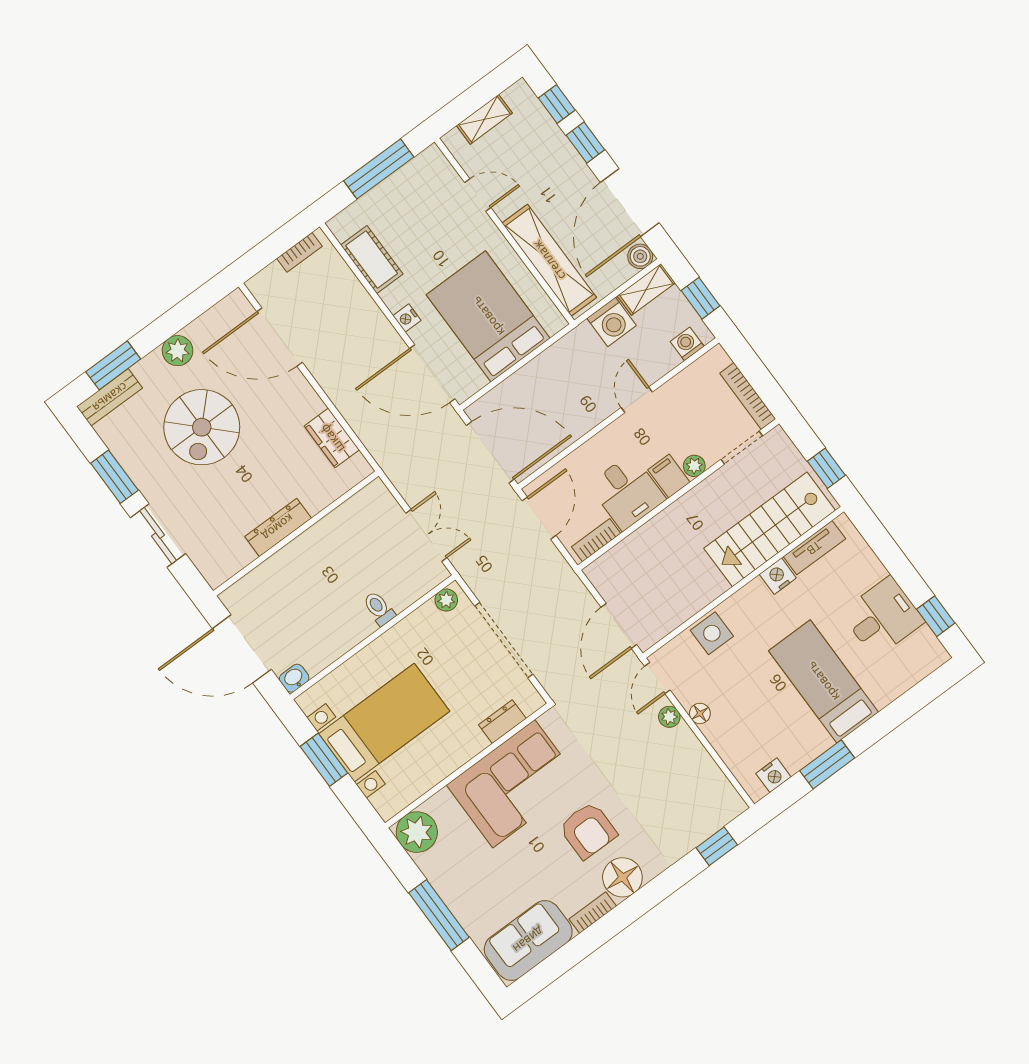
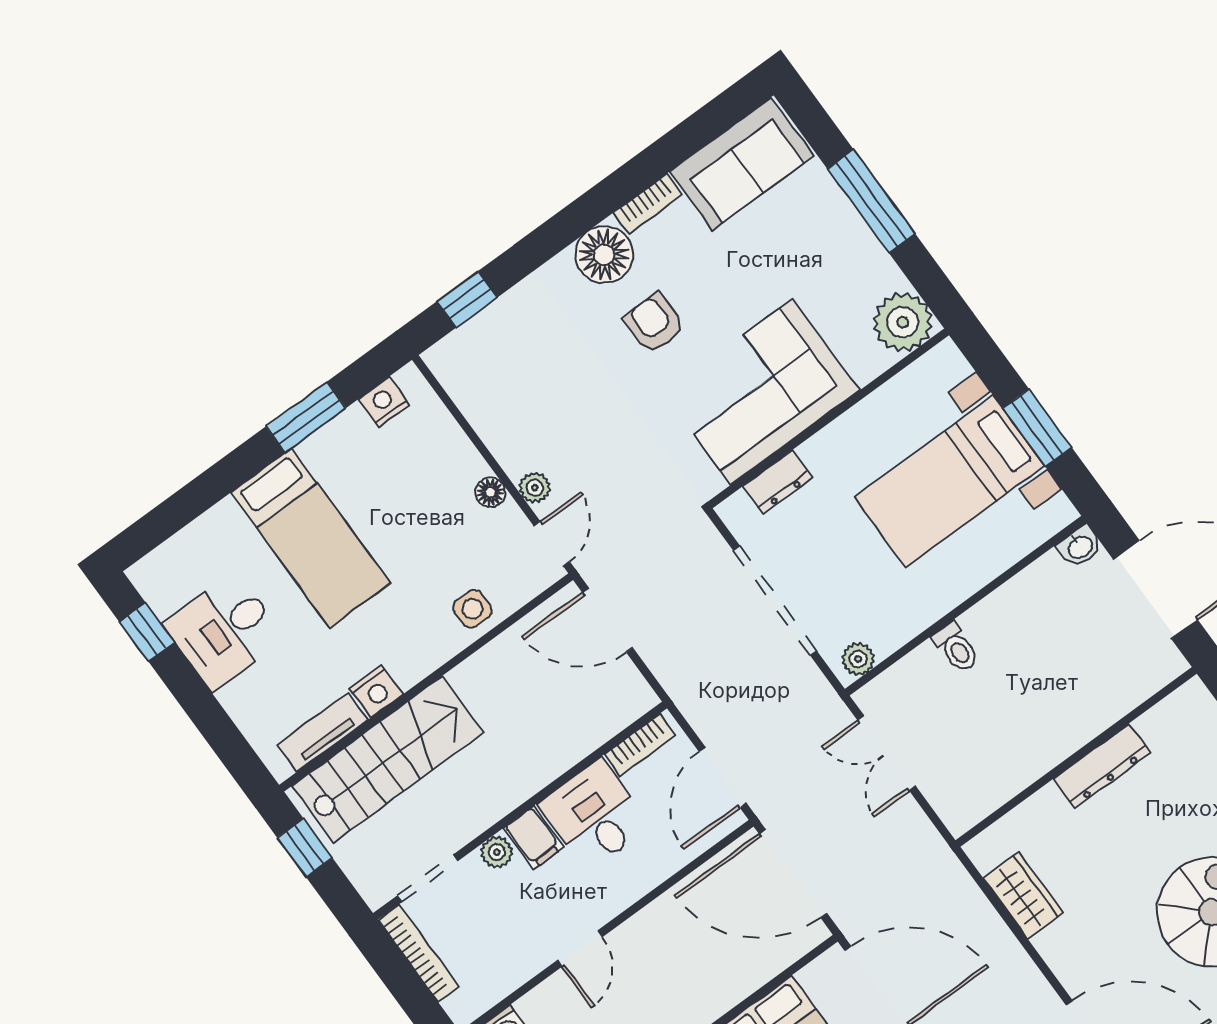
door: (619, 626) -> (607, 620), swing flipped
side table: (712, 633) -> (472, 609), width x0.73, depth x0.73
armchair: (588, 830) -> (654, 323), width x0.72, depth x0.72

